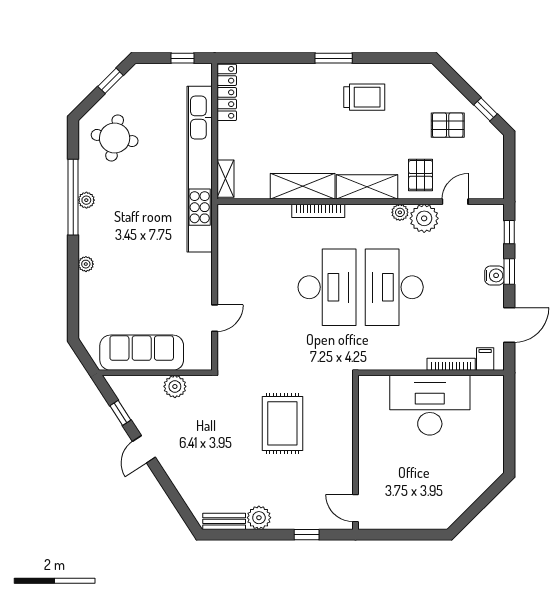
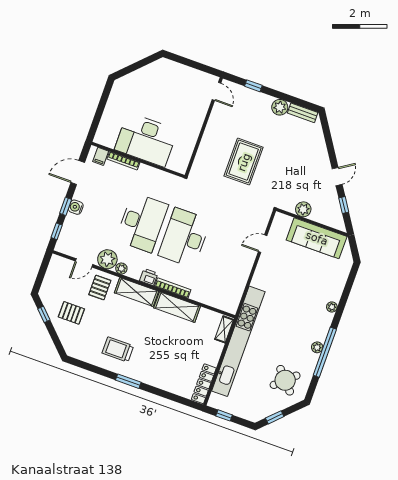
round table: (115, 138) -> (285, 380), turned 38
printer: (357, 214) -> (149, 277), added

